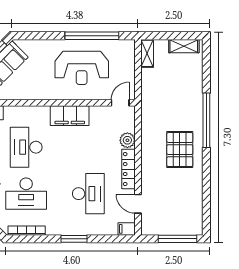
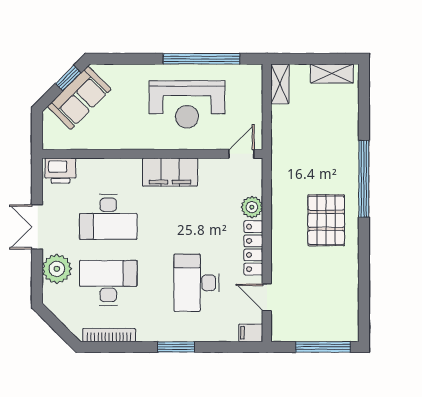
desk: (26, 147) -> (108, 217), turned -90
desk: (26, 194) -> (108, 283), turned 180
desk: (88, 194) -> (197, 283), turned 180

